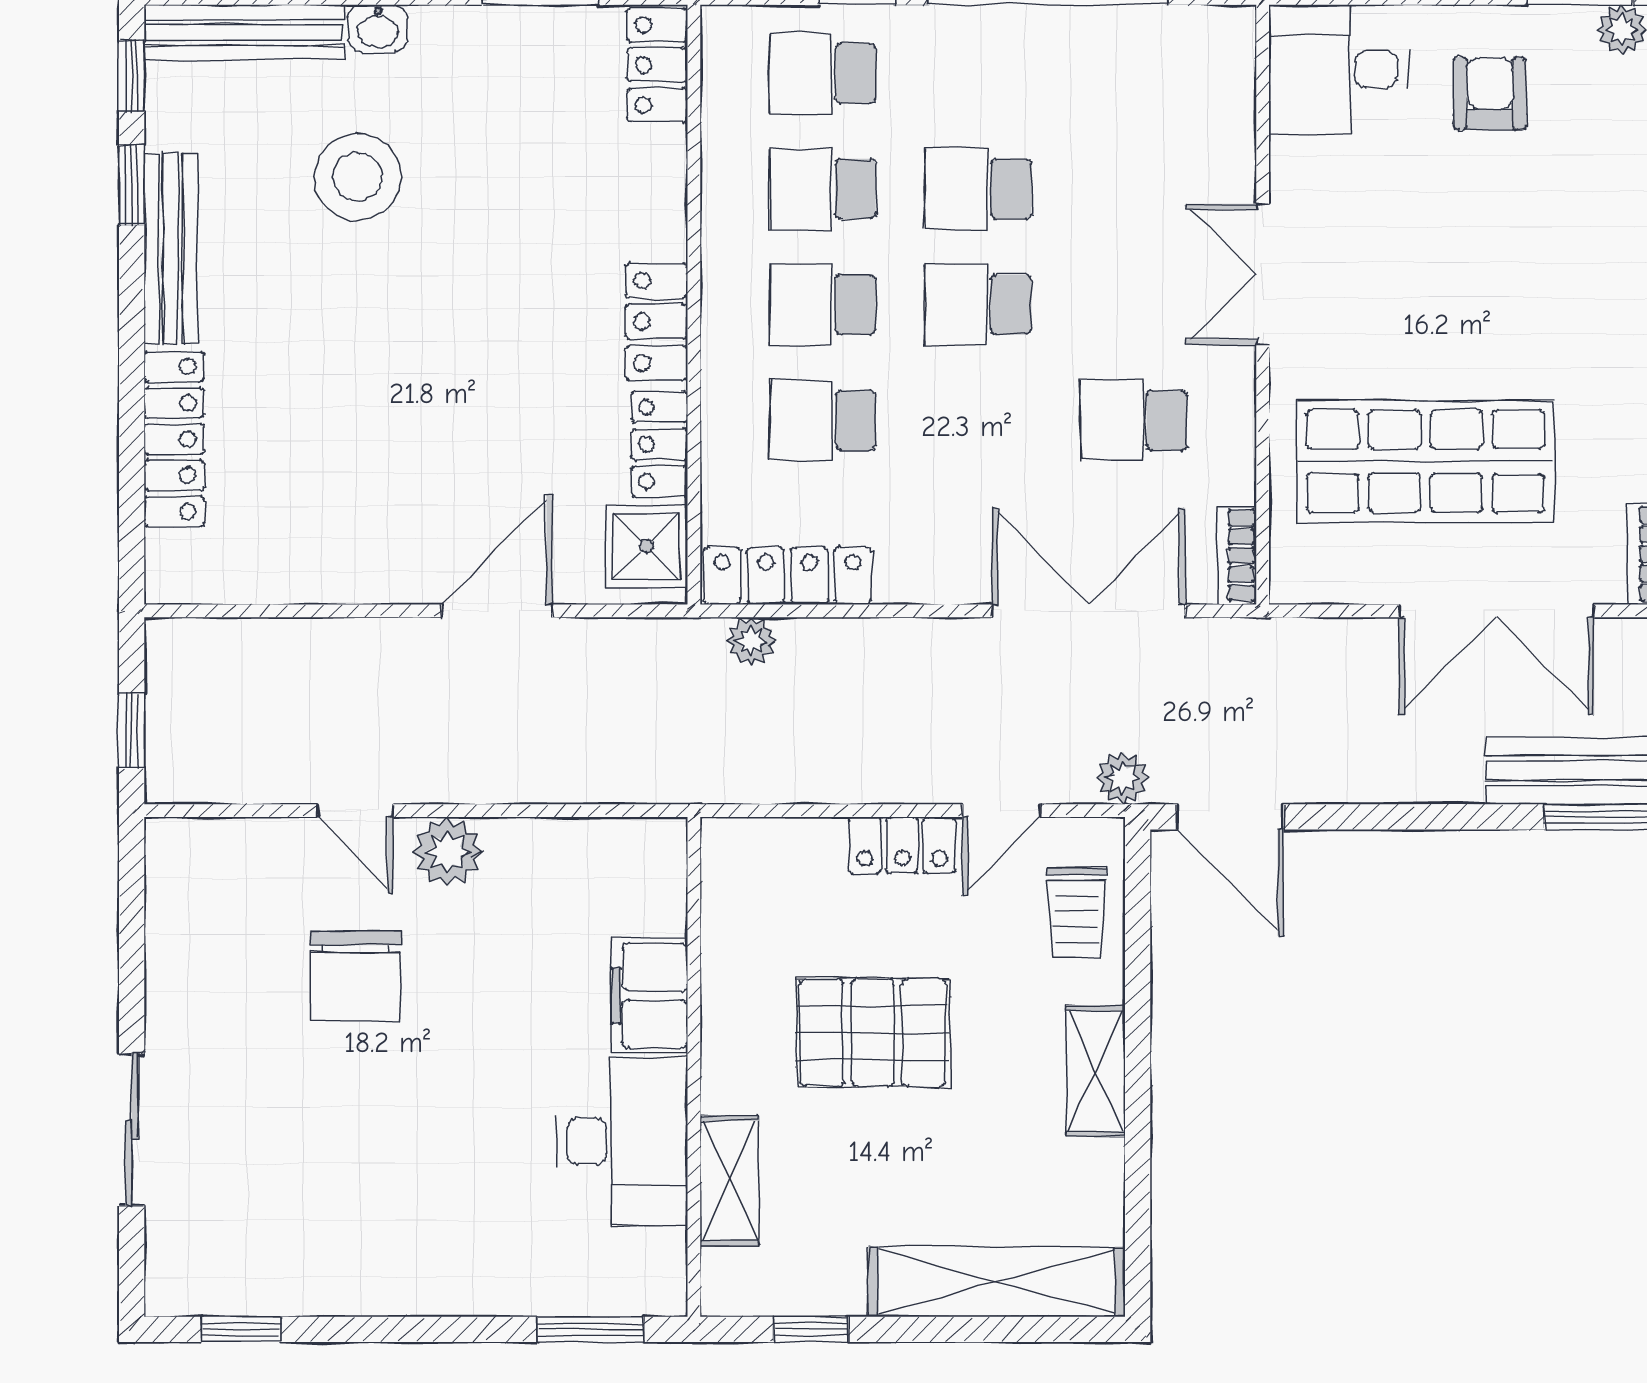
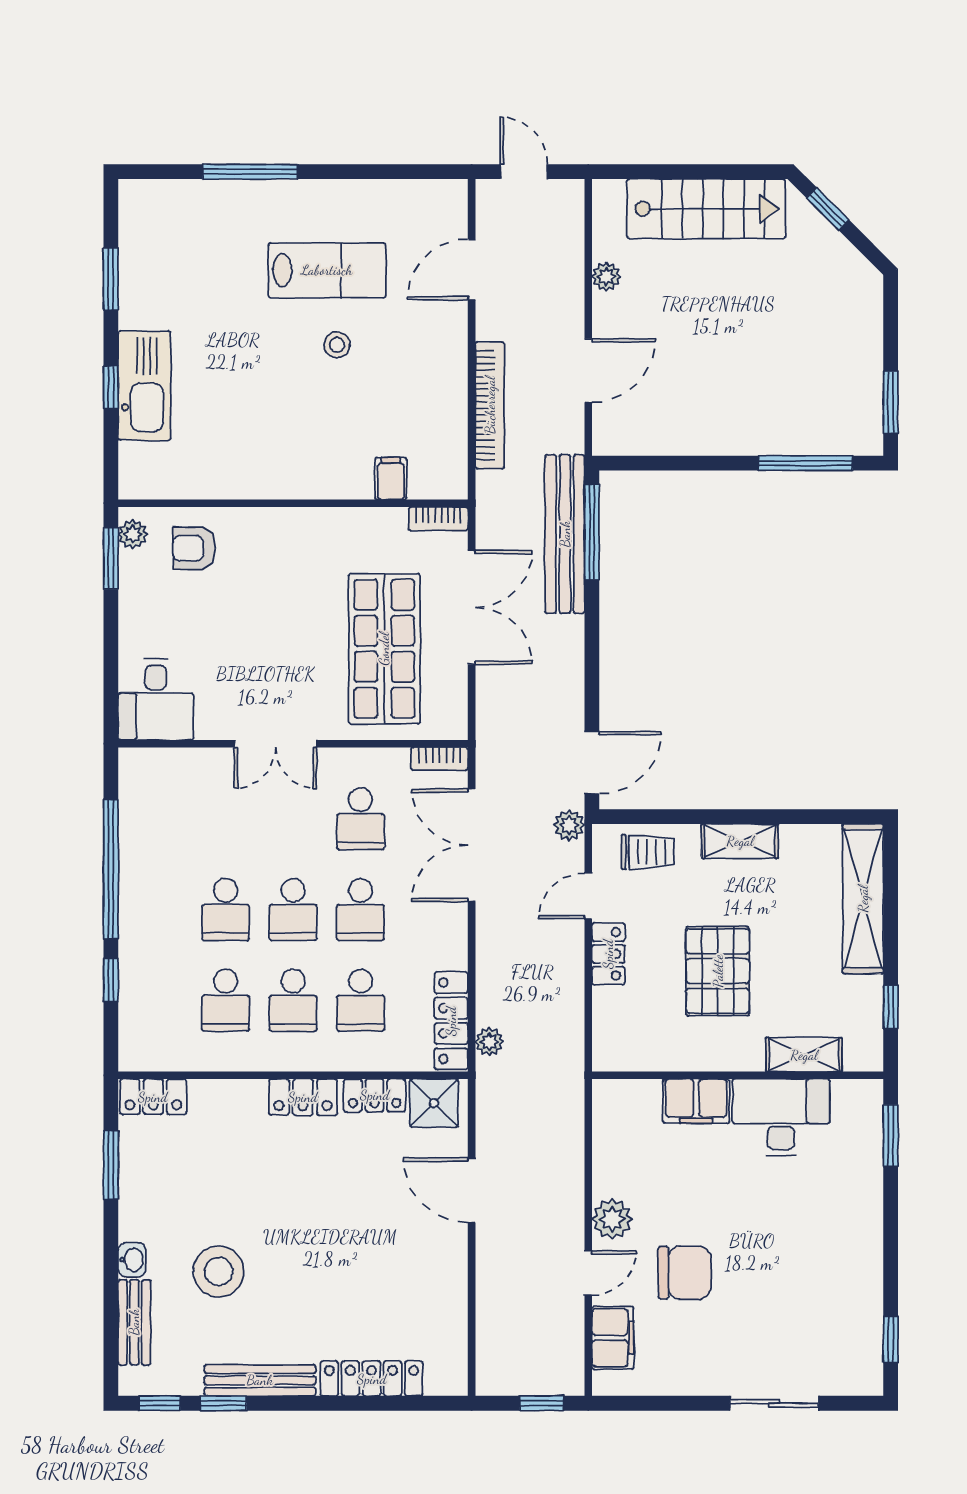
bench: (244, 33) -> (134, 1322), width x0.73
school desk: (823, 73) -> (361, 910), moved
armchair: (1490, 94) -> (194, 548), moved
door: (1002, 811) -> (588, 896), swing flipped
filing cabinet: (244, 853) -> (613, 1338), added

